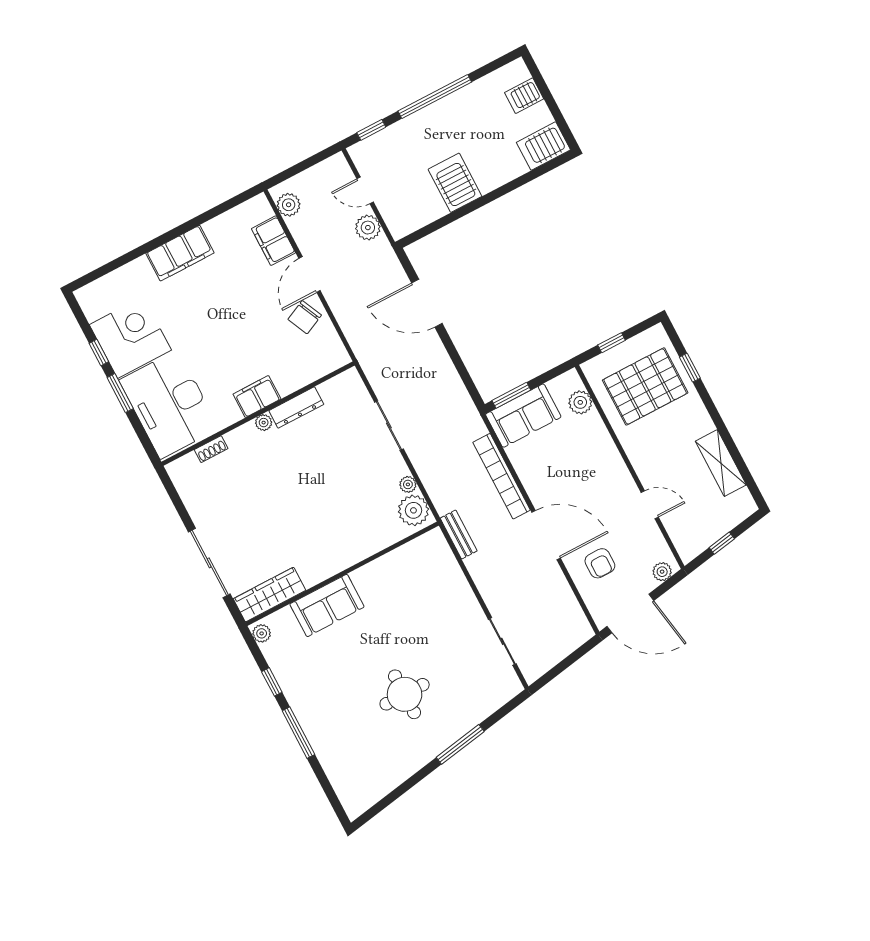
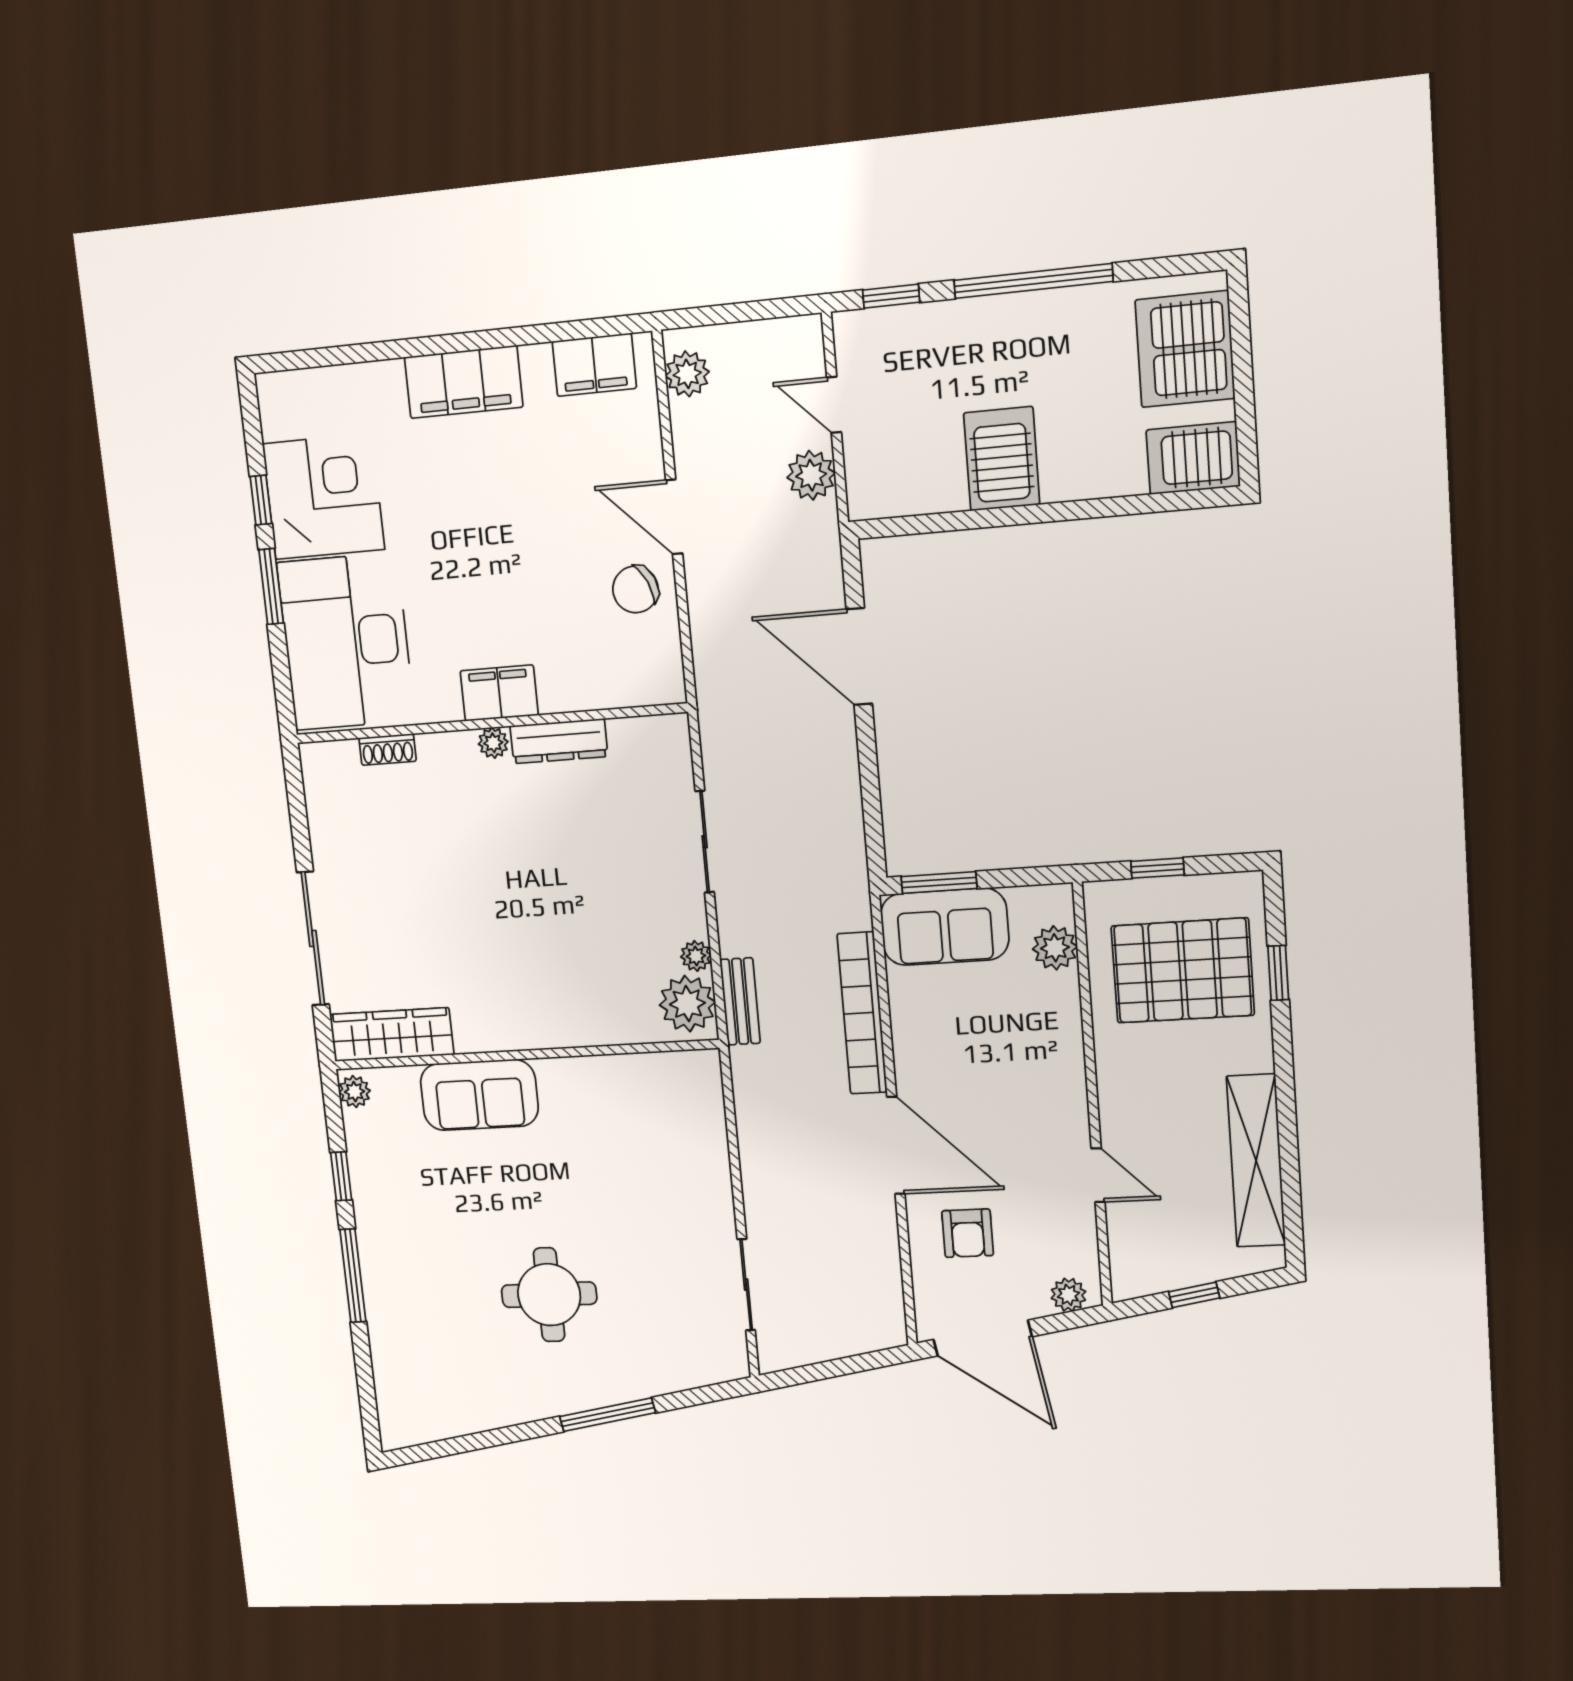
server rack: (524, 96) -> (1185, 349), width x2.18, depth x1.44
filing cabinet: (273, 241) -> (594, 365), moved, turned -90
door: (310, 275) -> (674, 517), hinge flipped
shelving: (721, 463) -> (1256, 1161), width x1.47
bench: (459, 534) -> (740, 1001), moved

